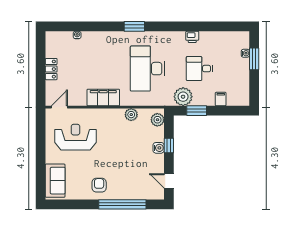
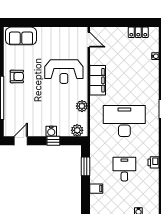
locker: (51, 69) -> (138, 32), moved
plant: (183, 97) -> (98, 154), removed
reception desk: (76, 137) -> (64, 72), moved, turned 90

